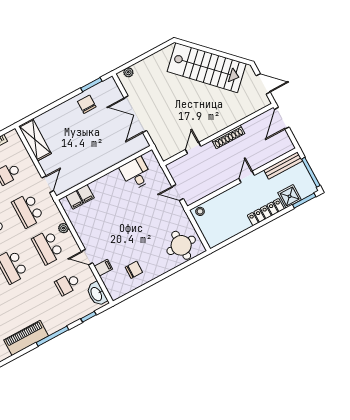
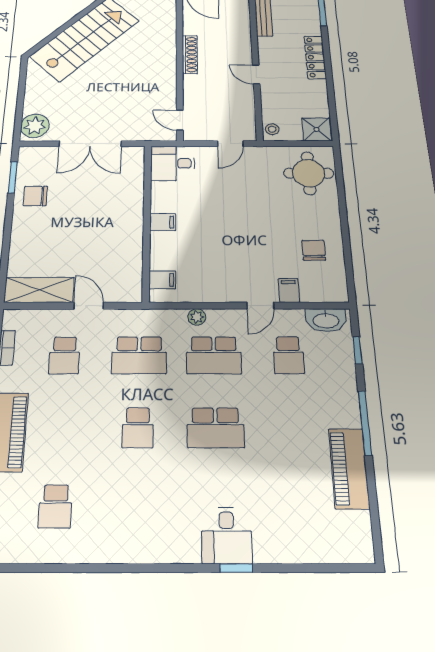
plant: (128, 72) -> (35, 126), width x1.88, depth x1.88
door: (193, 148) -> (180, 120), moved
desk: (136, 173) -> (173, 163), moved
door: (247, 177) -> (256, 74), moved
door: (48, 184) -> (89, 306), moved
filing cabinet: (86, 194) -> (163, 222), moved
shower: (290, 196) -> (317, 129), moved

